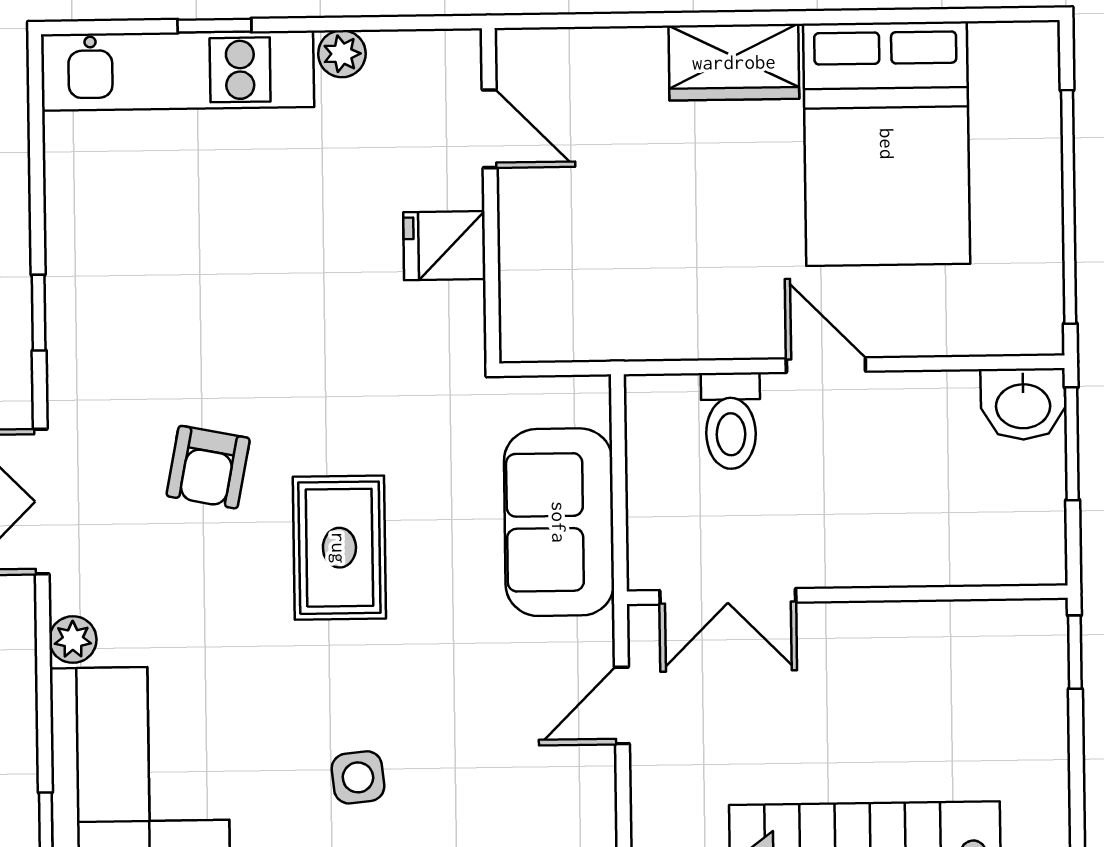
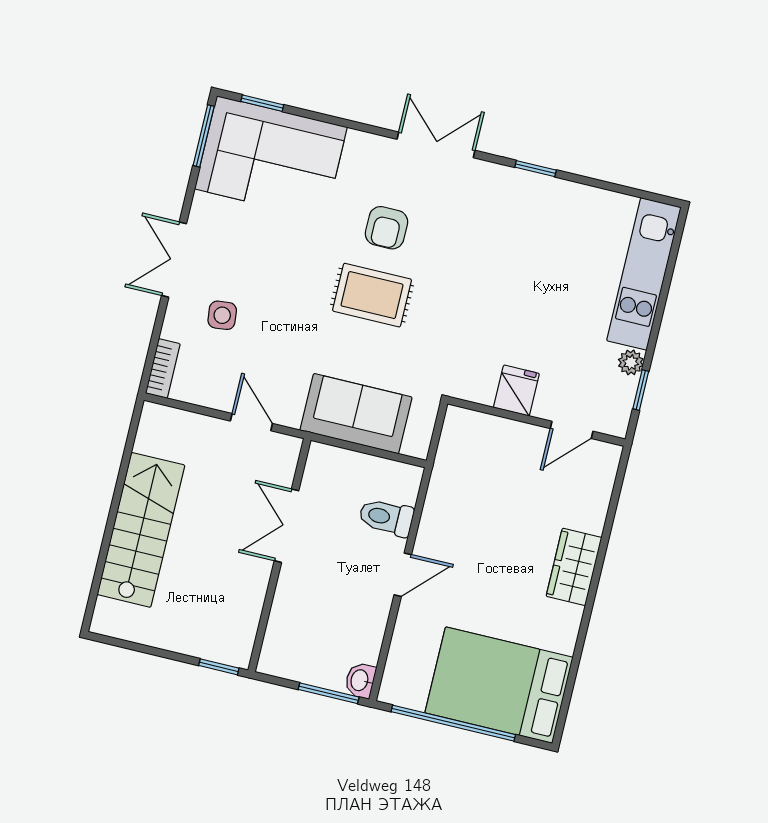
window: (214, 26) -> (641, 390), moved
bed: (887, 144) -> (499, 685), moved
washbasin: (1023, 404) -> (360, 680), width x0.72, depth x0.69
armchair: (208, 467) -> (386, 228), moved, turned -101
double door: (728, 596) -> (286, 526), moved
plant: (73, 640) -> (359, 143), removed
side table: (358, 777) -> (222, 315), moved

